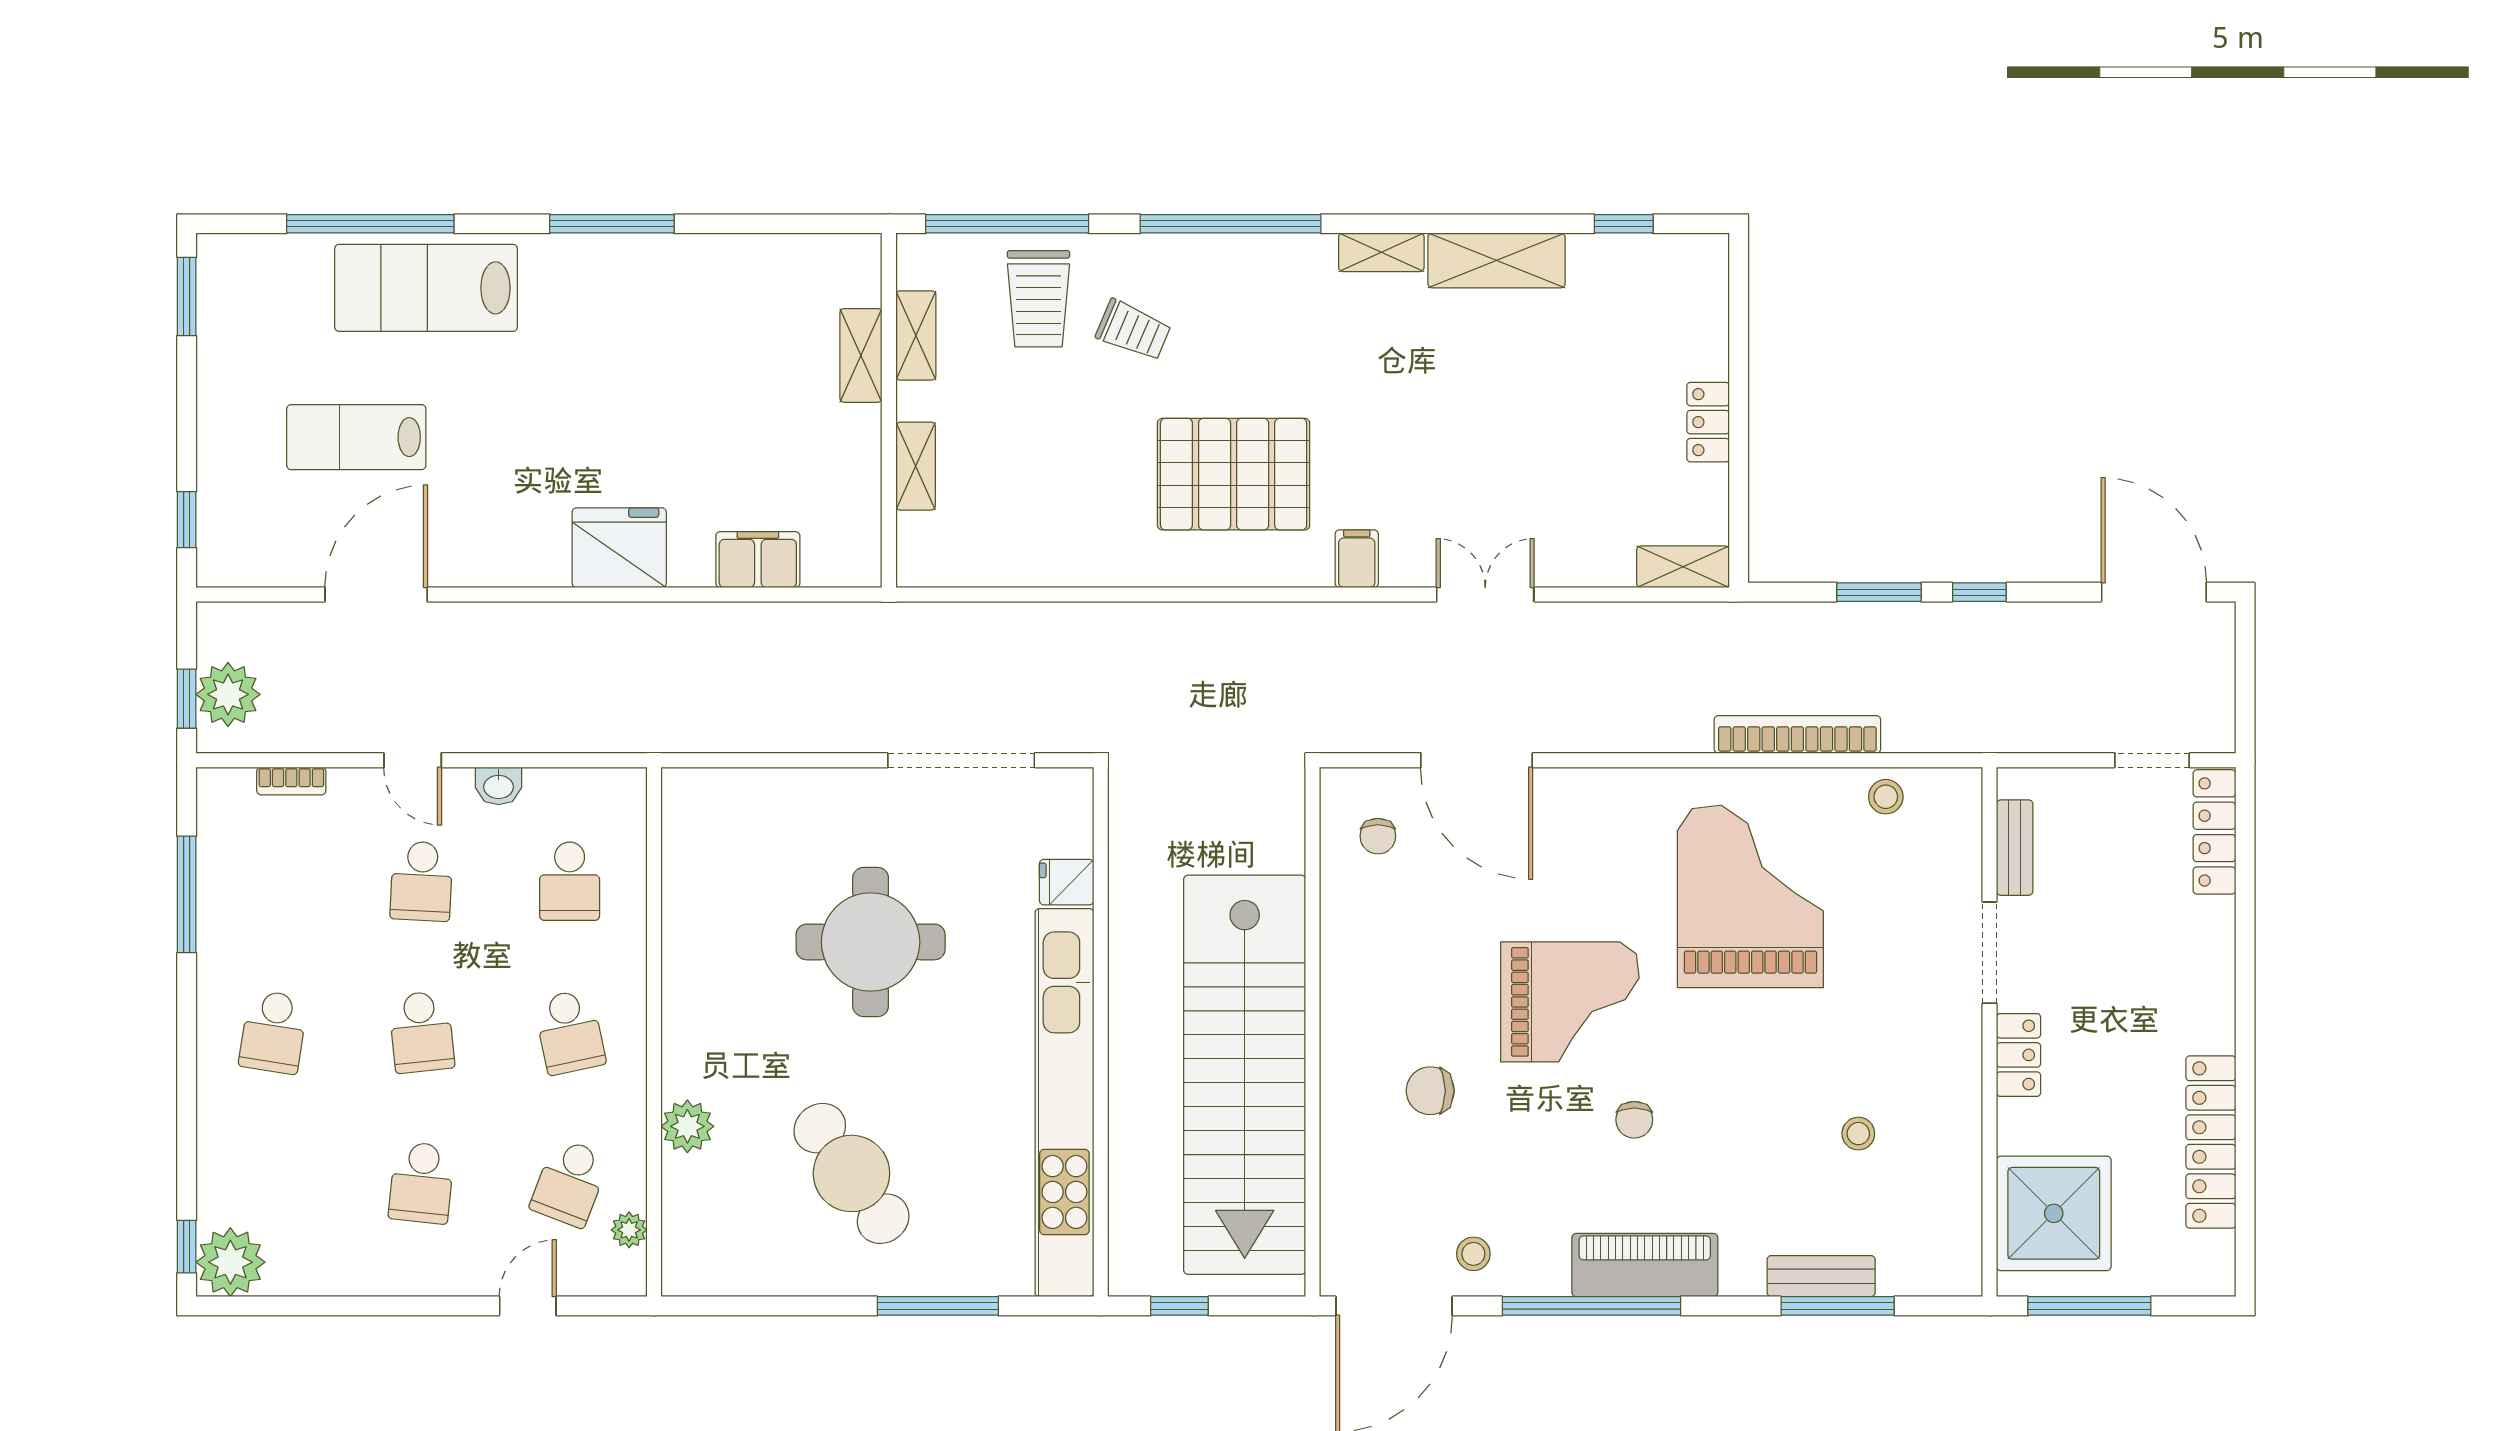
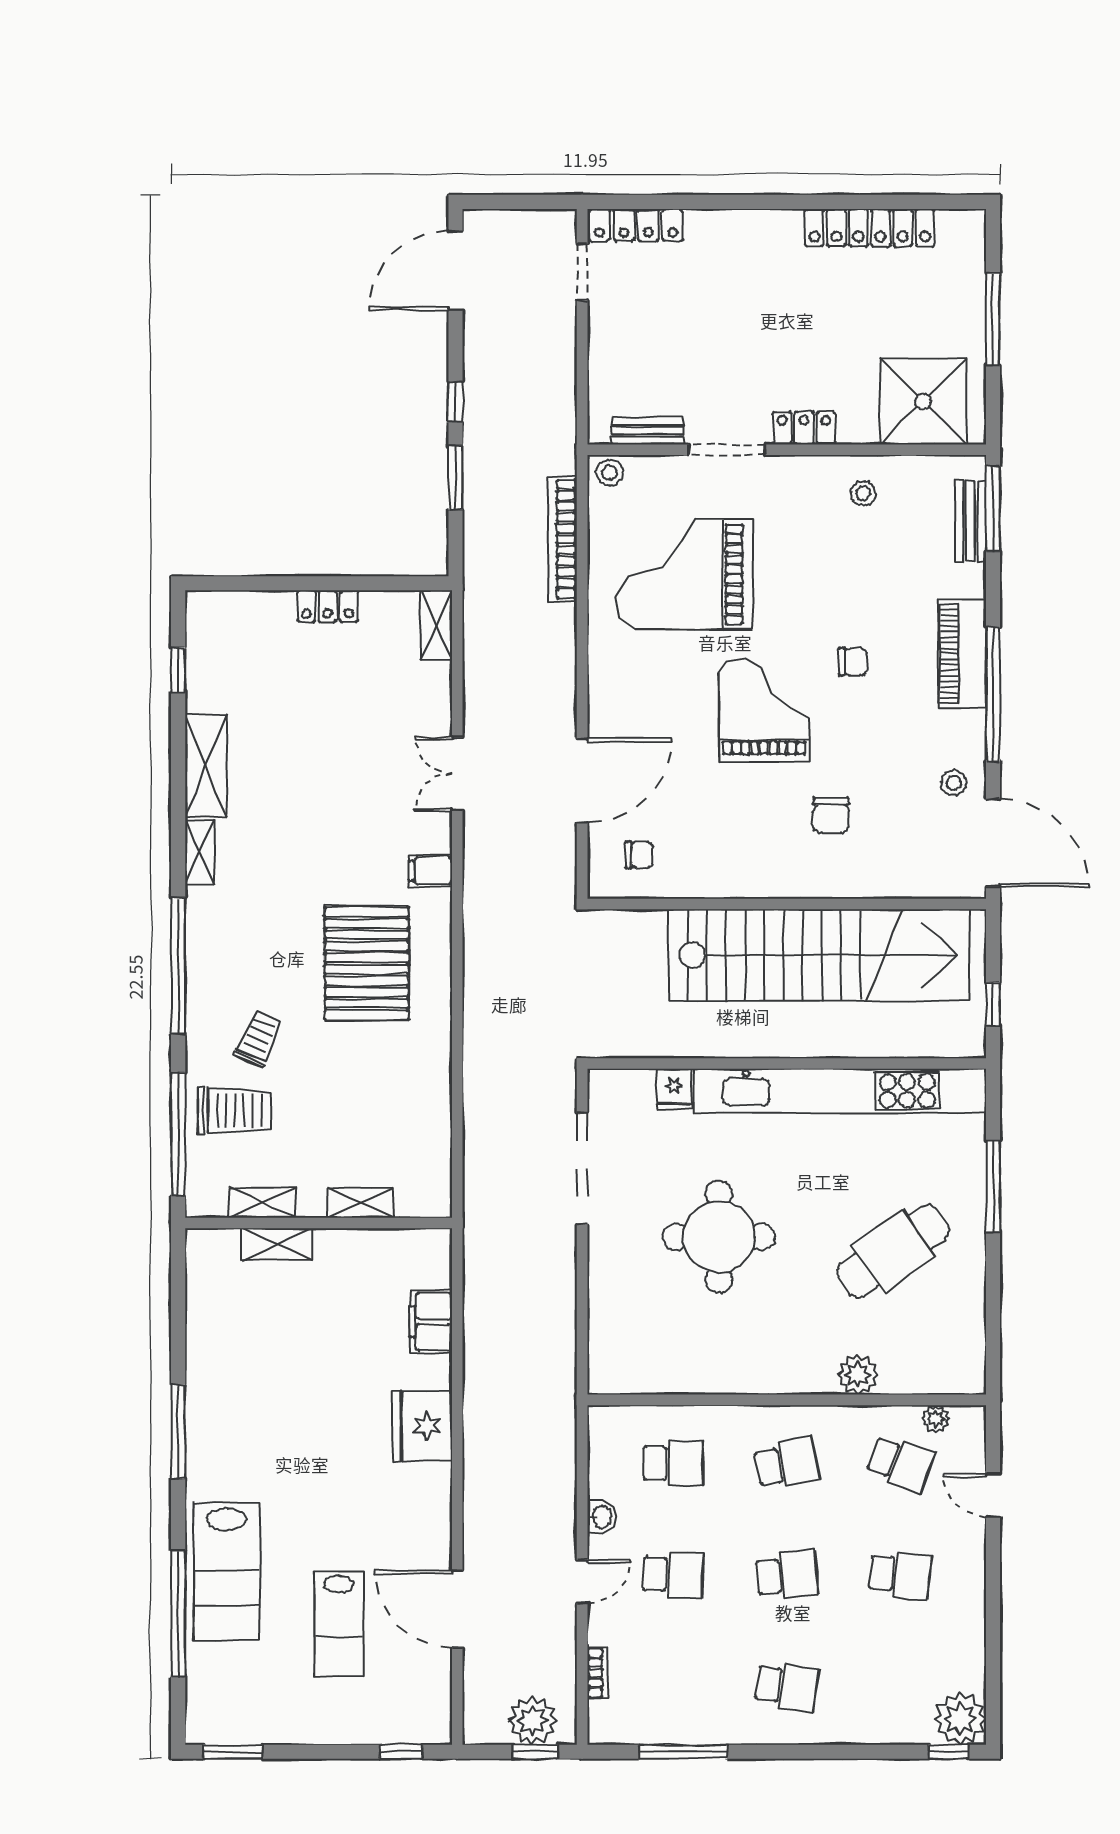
bench: (2015, 848) -> (648, 431), moved
doorway: (1990, 953) -> (727, 450), moved
wall: (1990, 1032) -> (787, 450), moved
locker: (2019, 1055) -> (804, 428), moved
shower: (2054, 1213) -> (923, 401), moved

